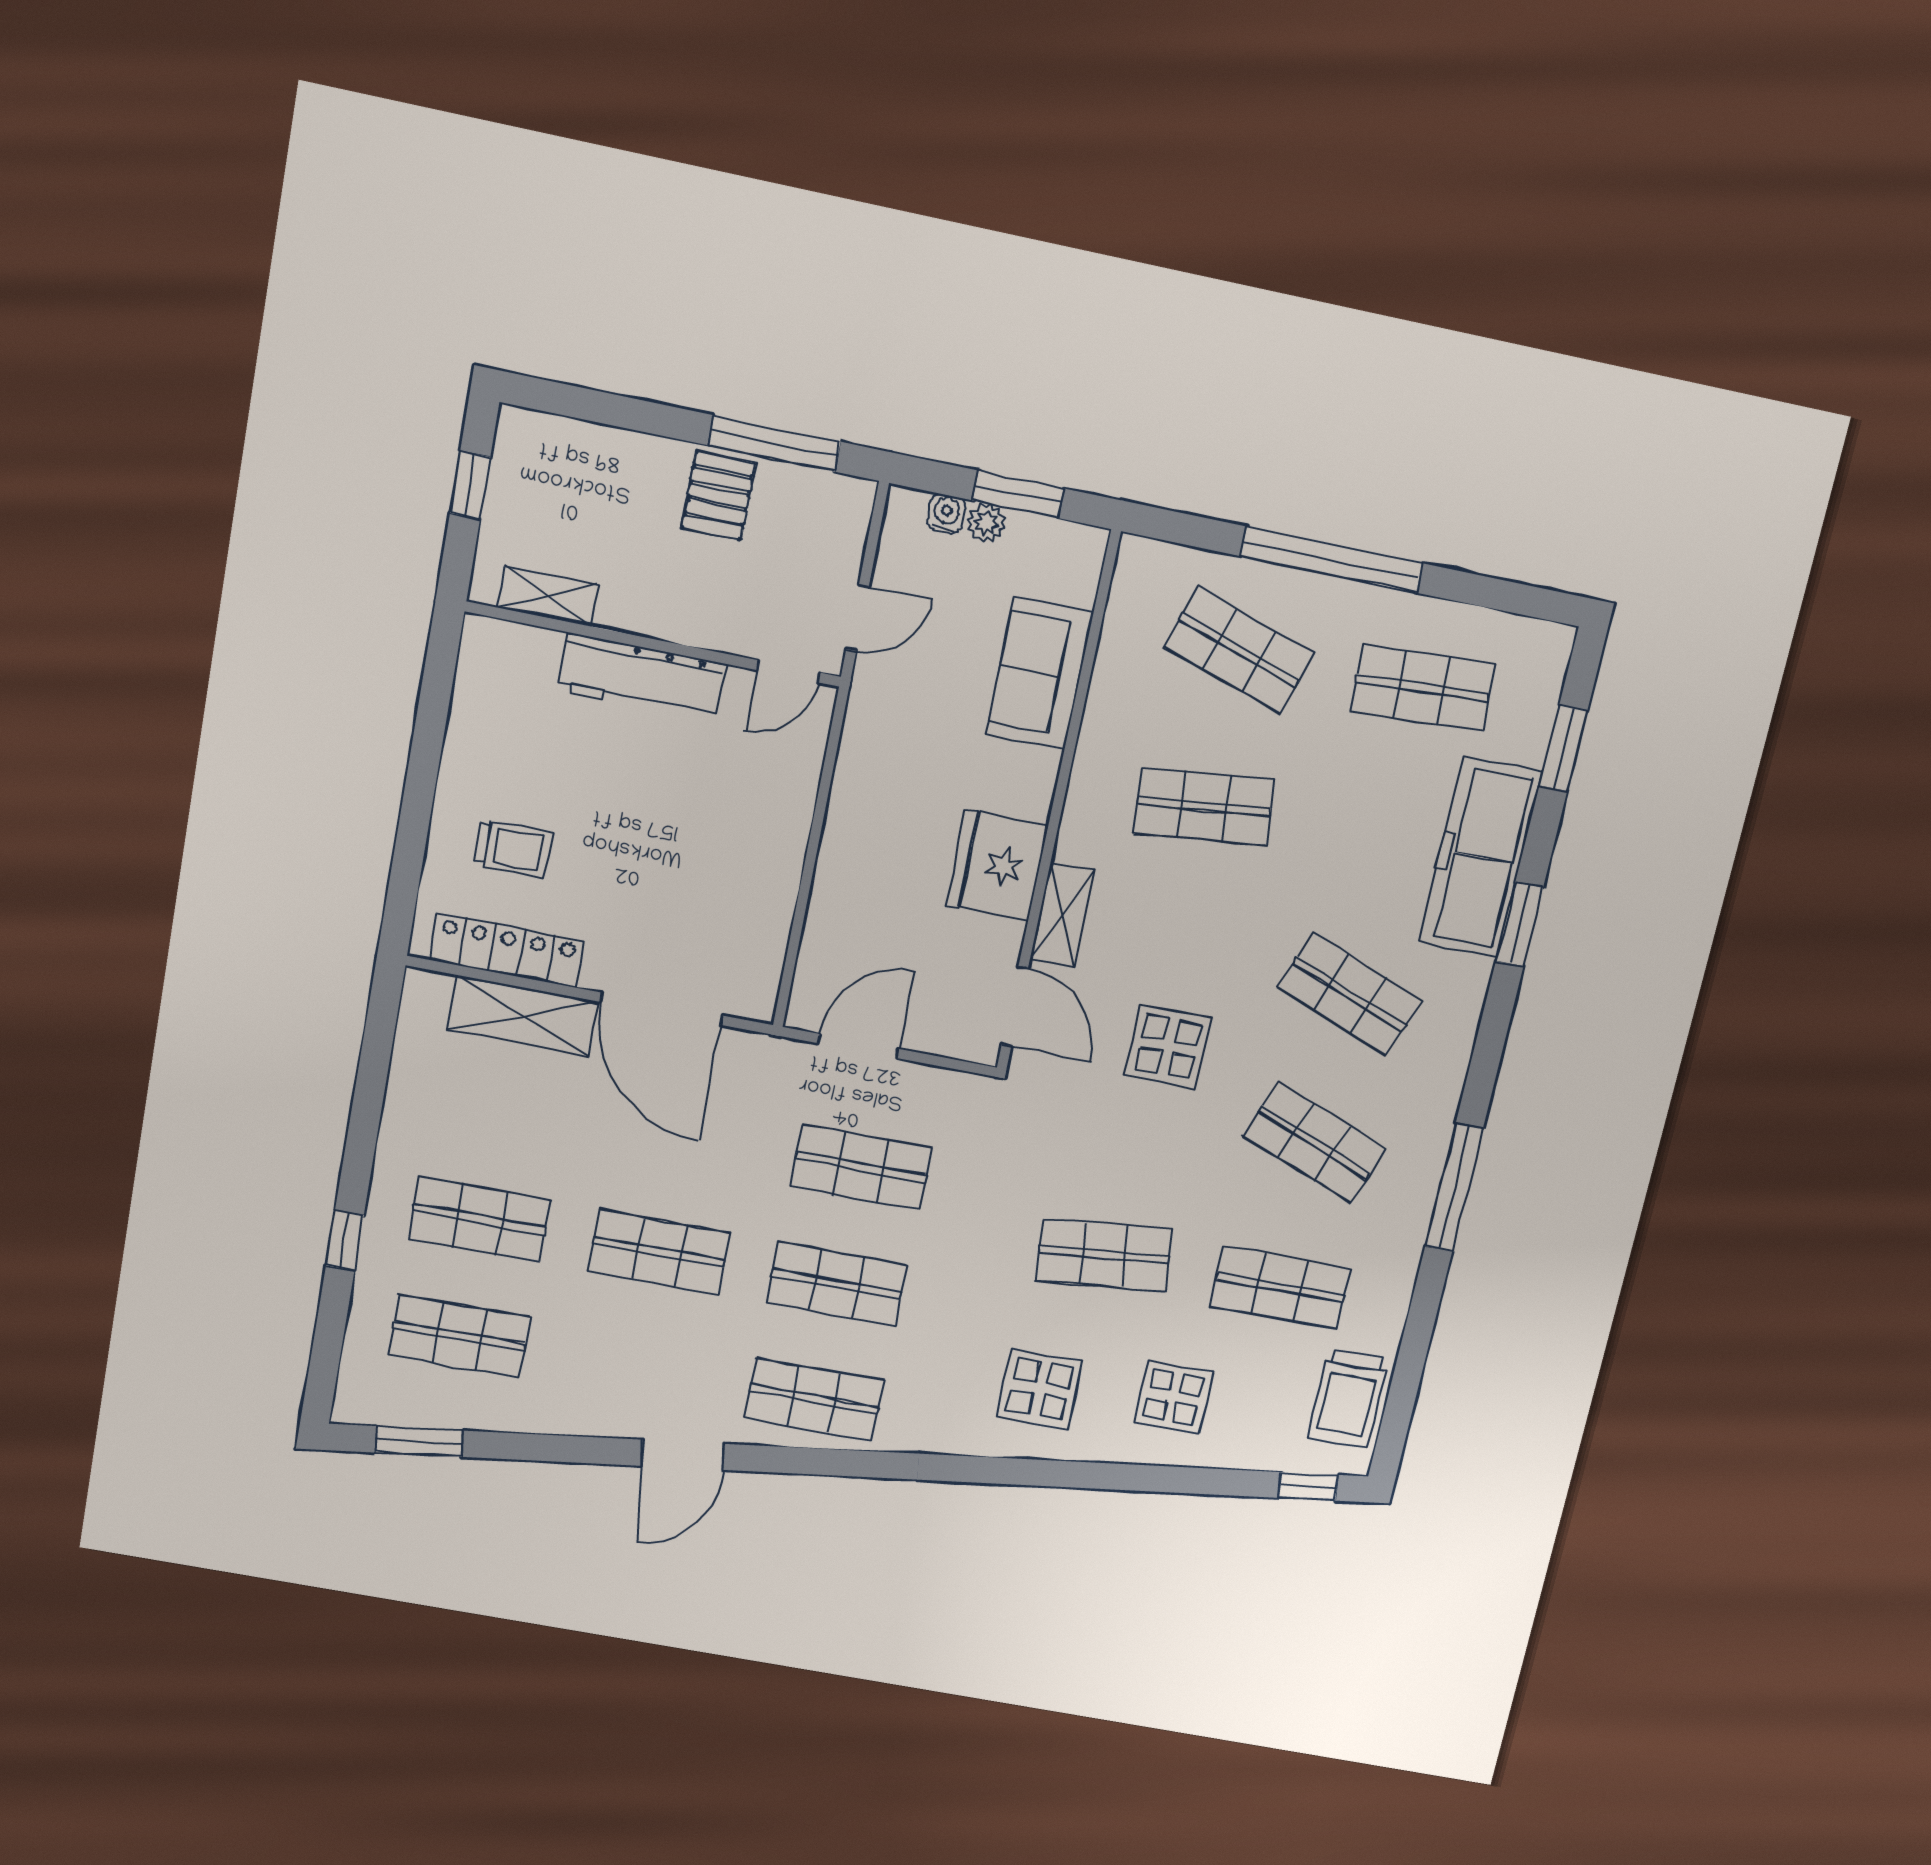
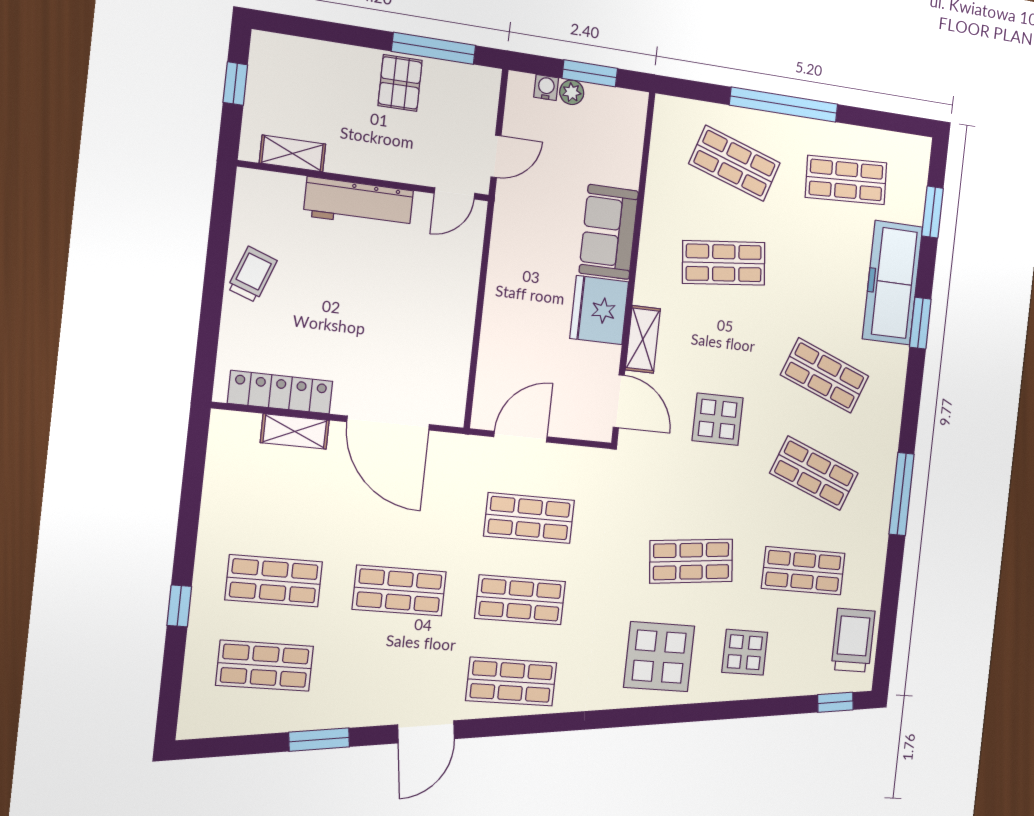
sofa: (1039, 674) -> (609, 232), moved
trolley: (513, 849) -> (252, 274), moved, turned -70
shelving: (523, 1016) -> (295, 431), width x0.67, depth x0.75
display table: (1040, 1389) -> (659, 657), width x1.36, depth x1.36
trolley: (1348, 1399) -> (853, 640), turned 180
window: (419, 1442) -> (319, 740), moved

